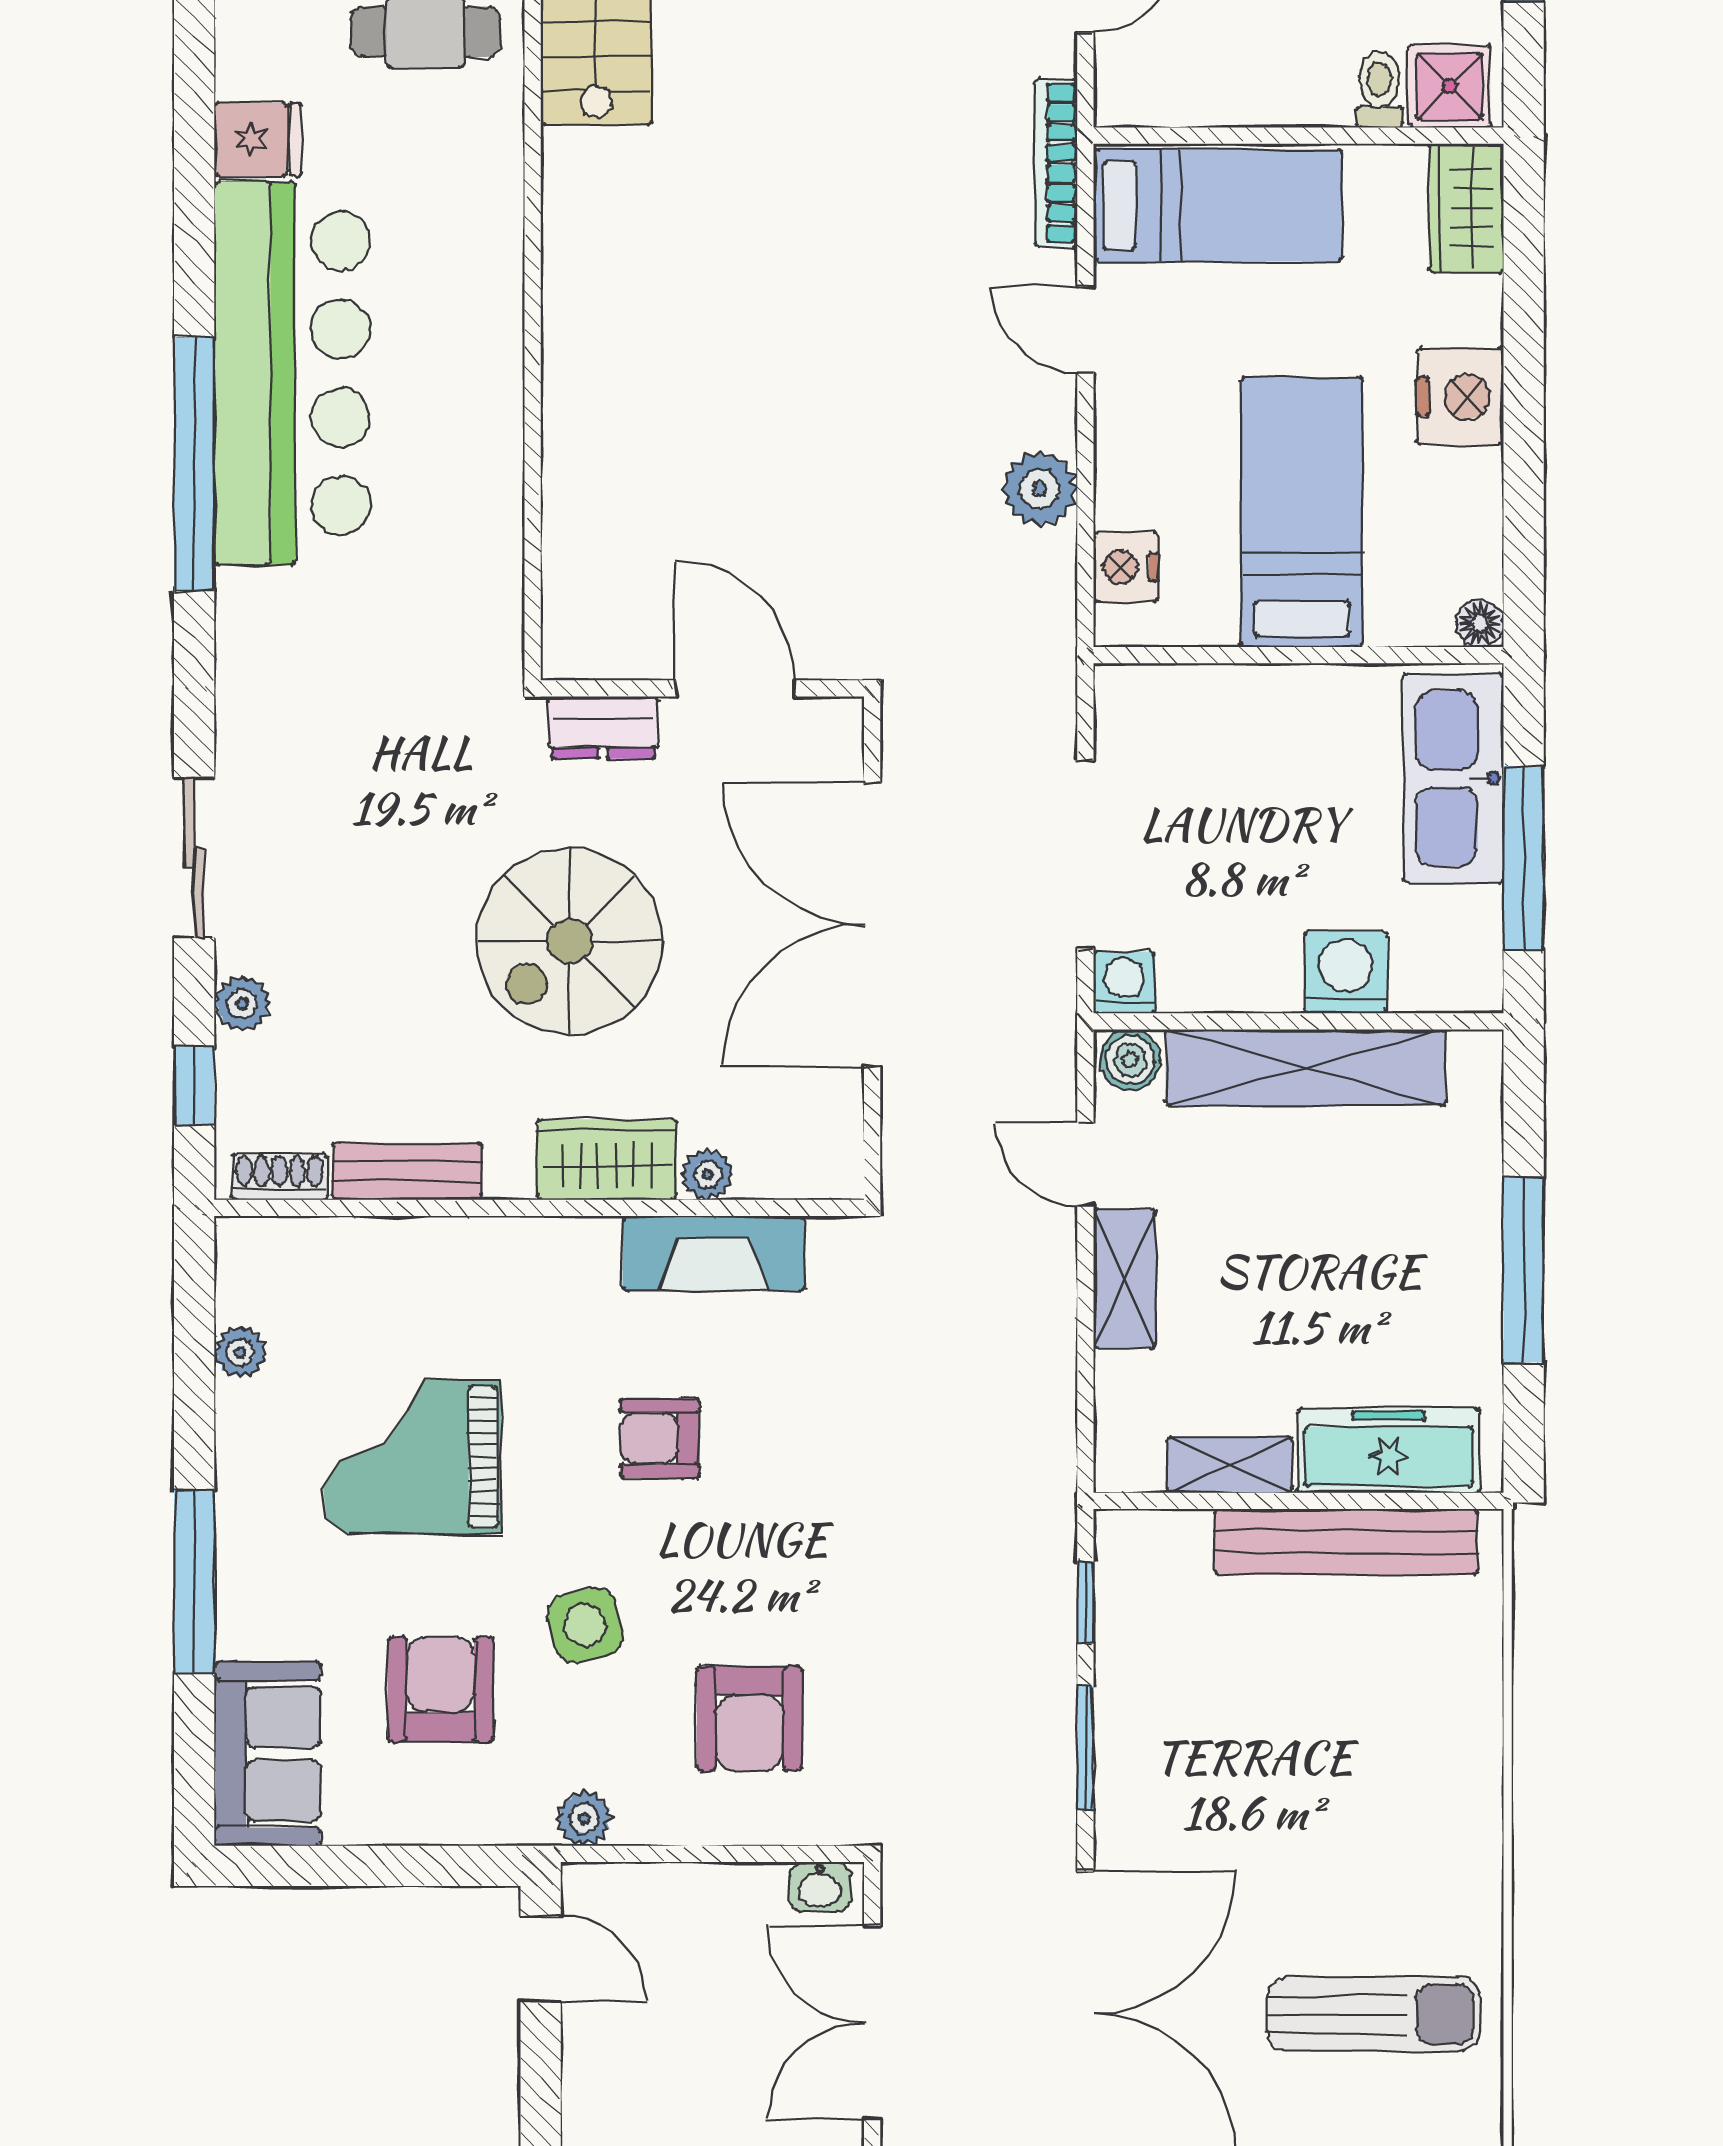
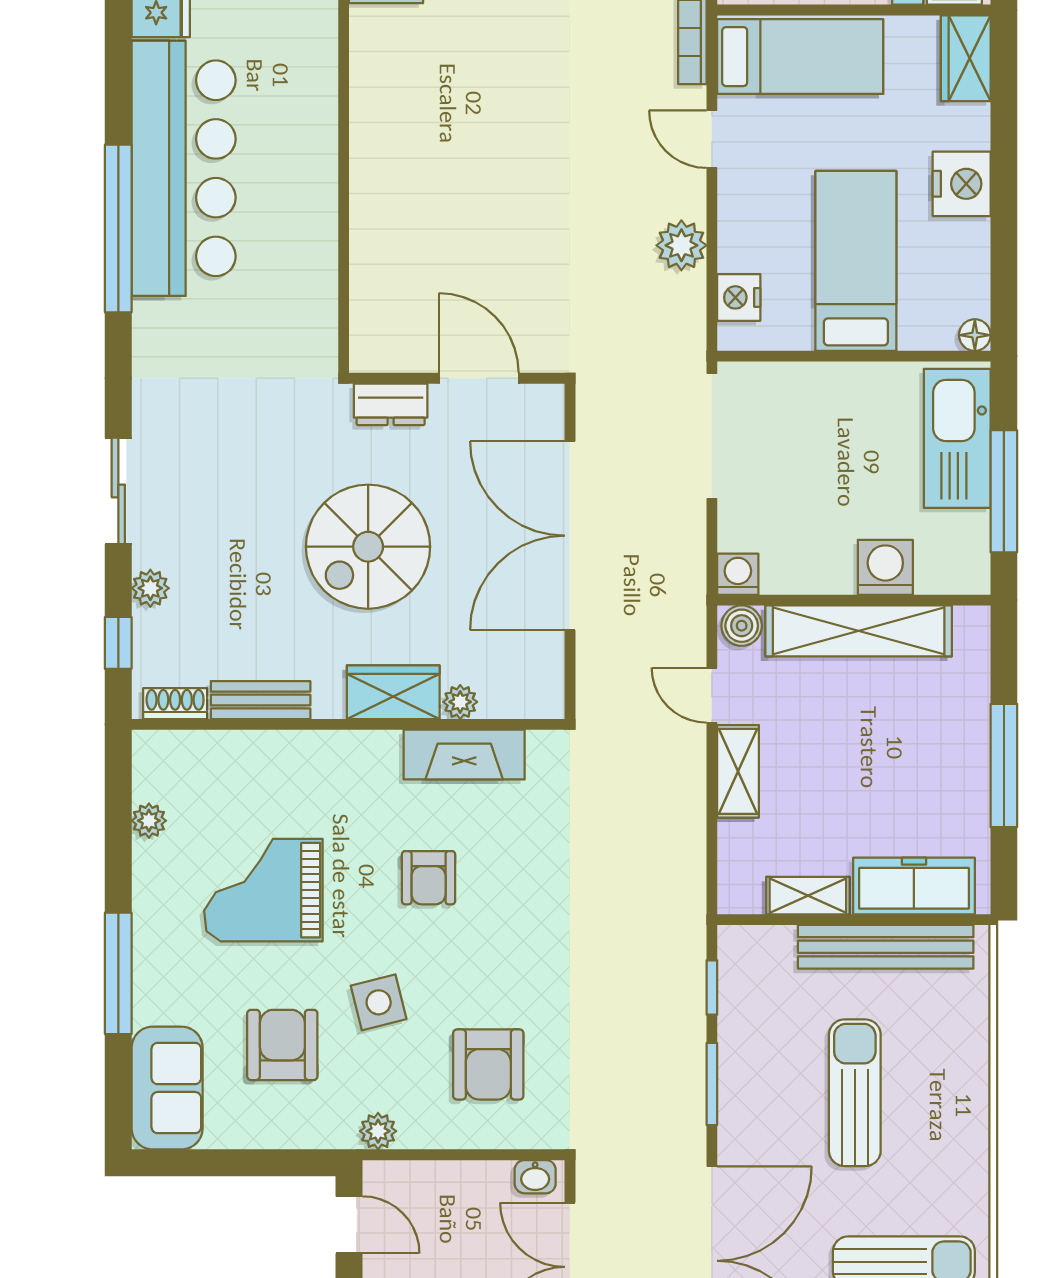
doorway: (1085, 854) -> (712, 436), moved
armchair: (660, 1438) -> (429, 878), turned -90
sun lounger: (1300, 1761) -> (855, 1093), added

